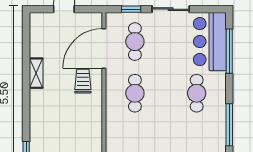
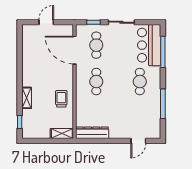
door: (104, 48) -> (74, 50), hinge flipped
shelving: (36, 73) -> (27, 98), moved
trolley: (83, 81) -> (61, 99), moved

